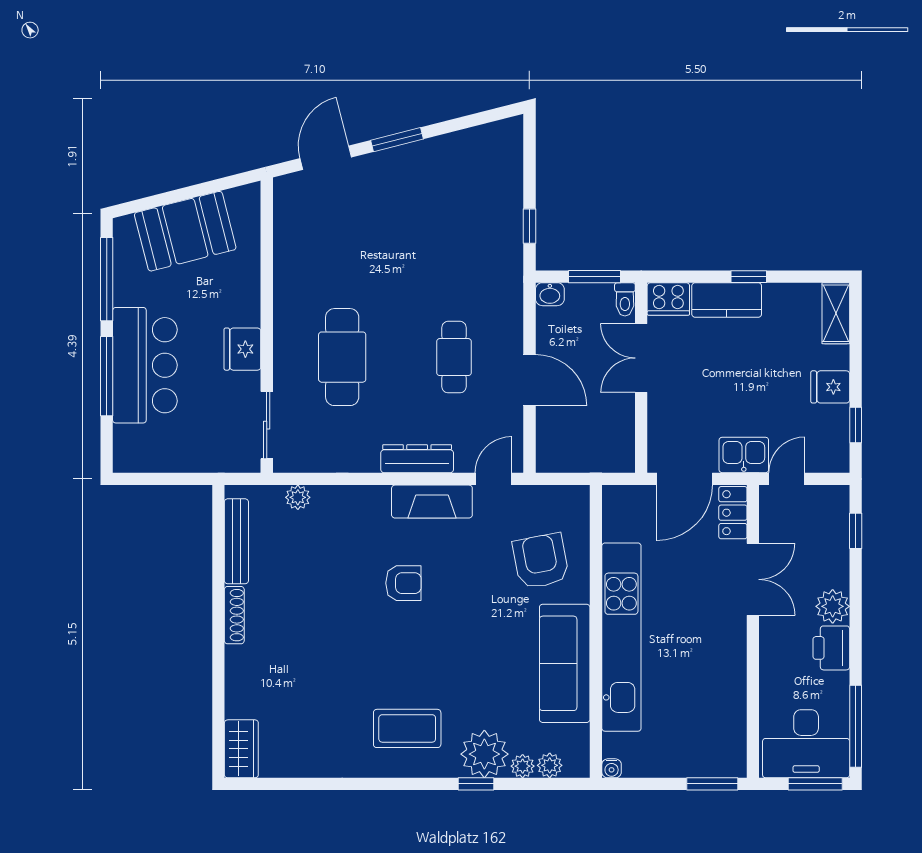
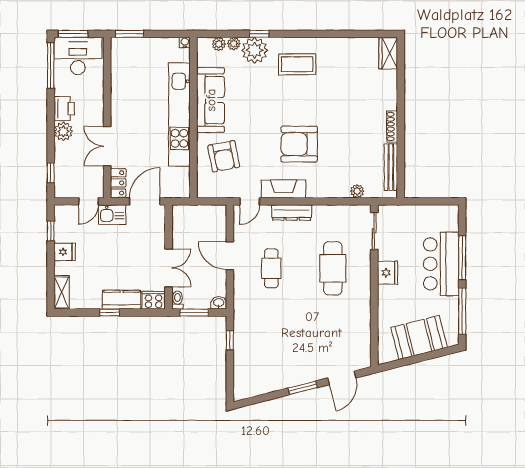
armchair: (403, 583) -> (299, 144), width x1.88, depth x1.88

